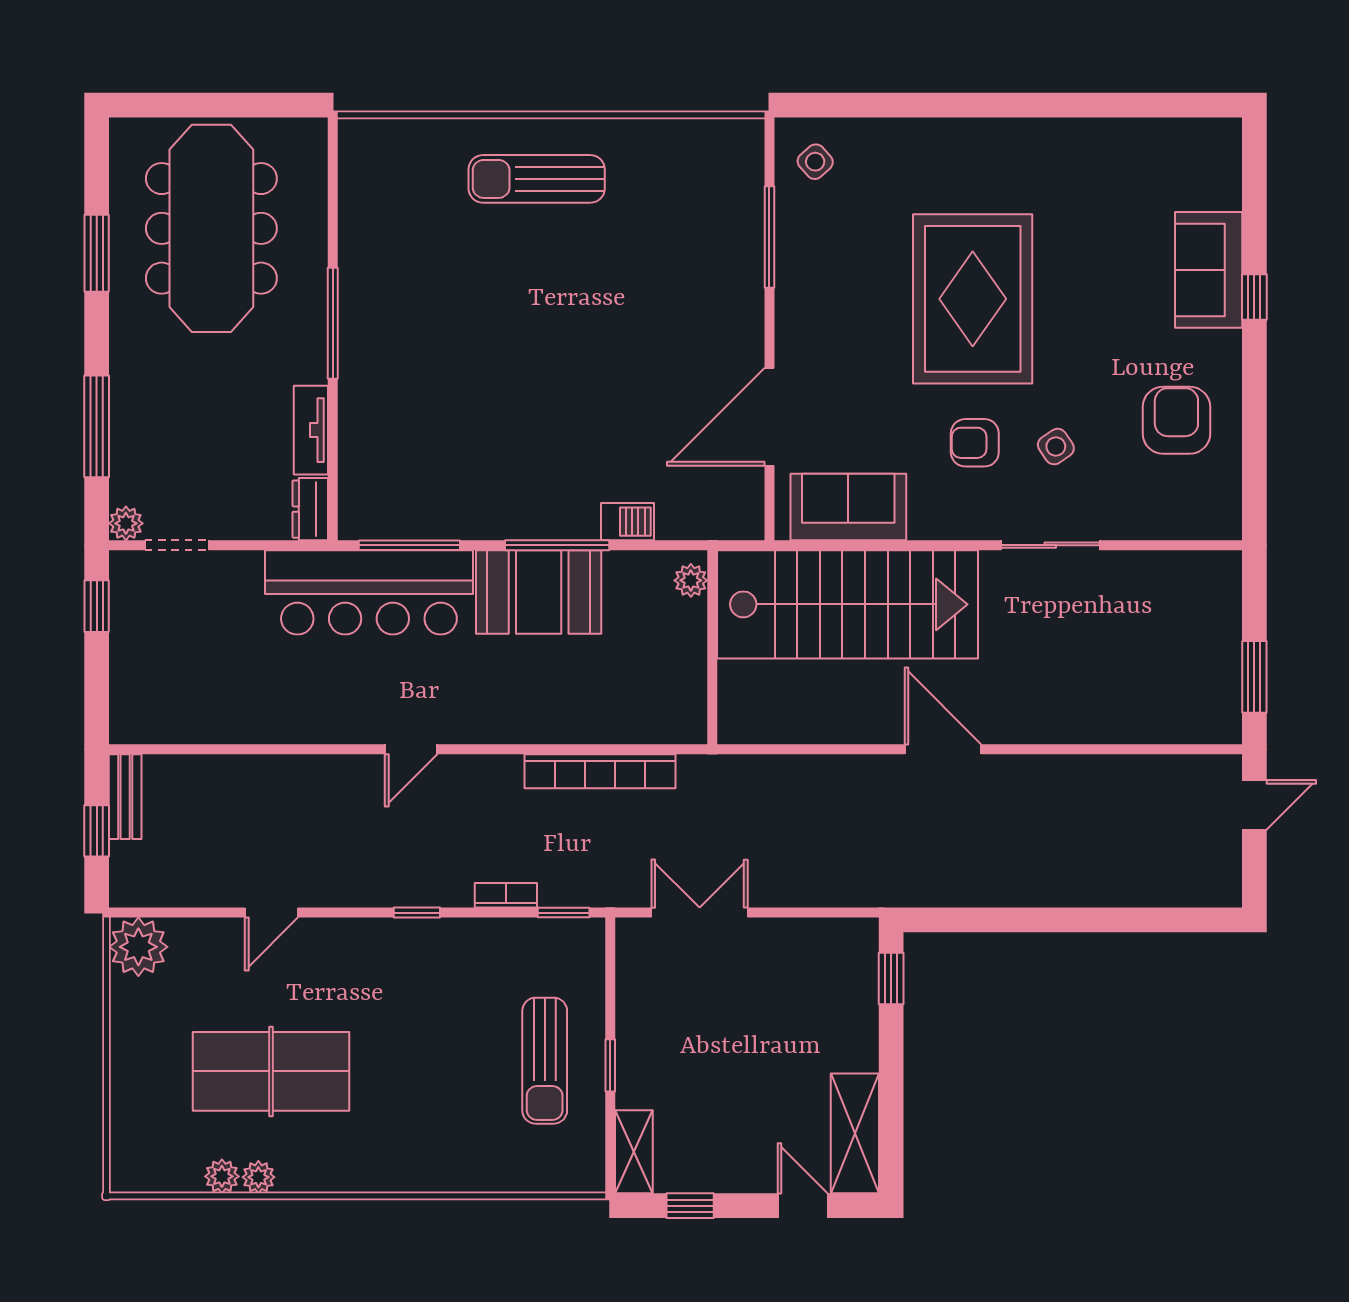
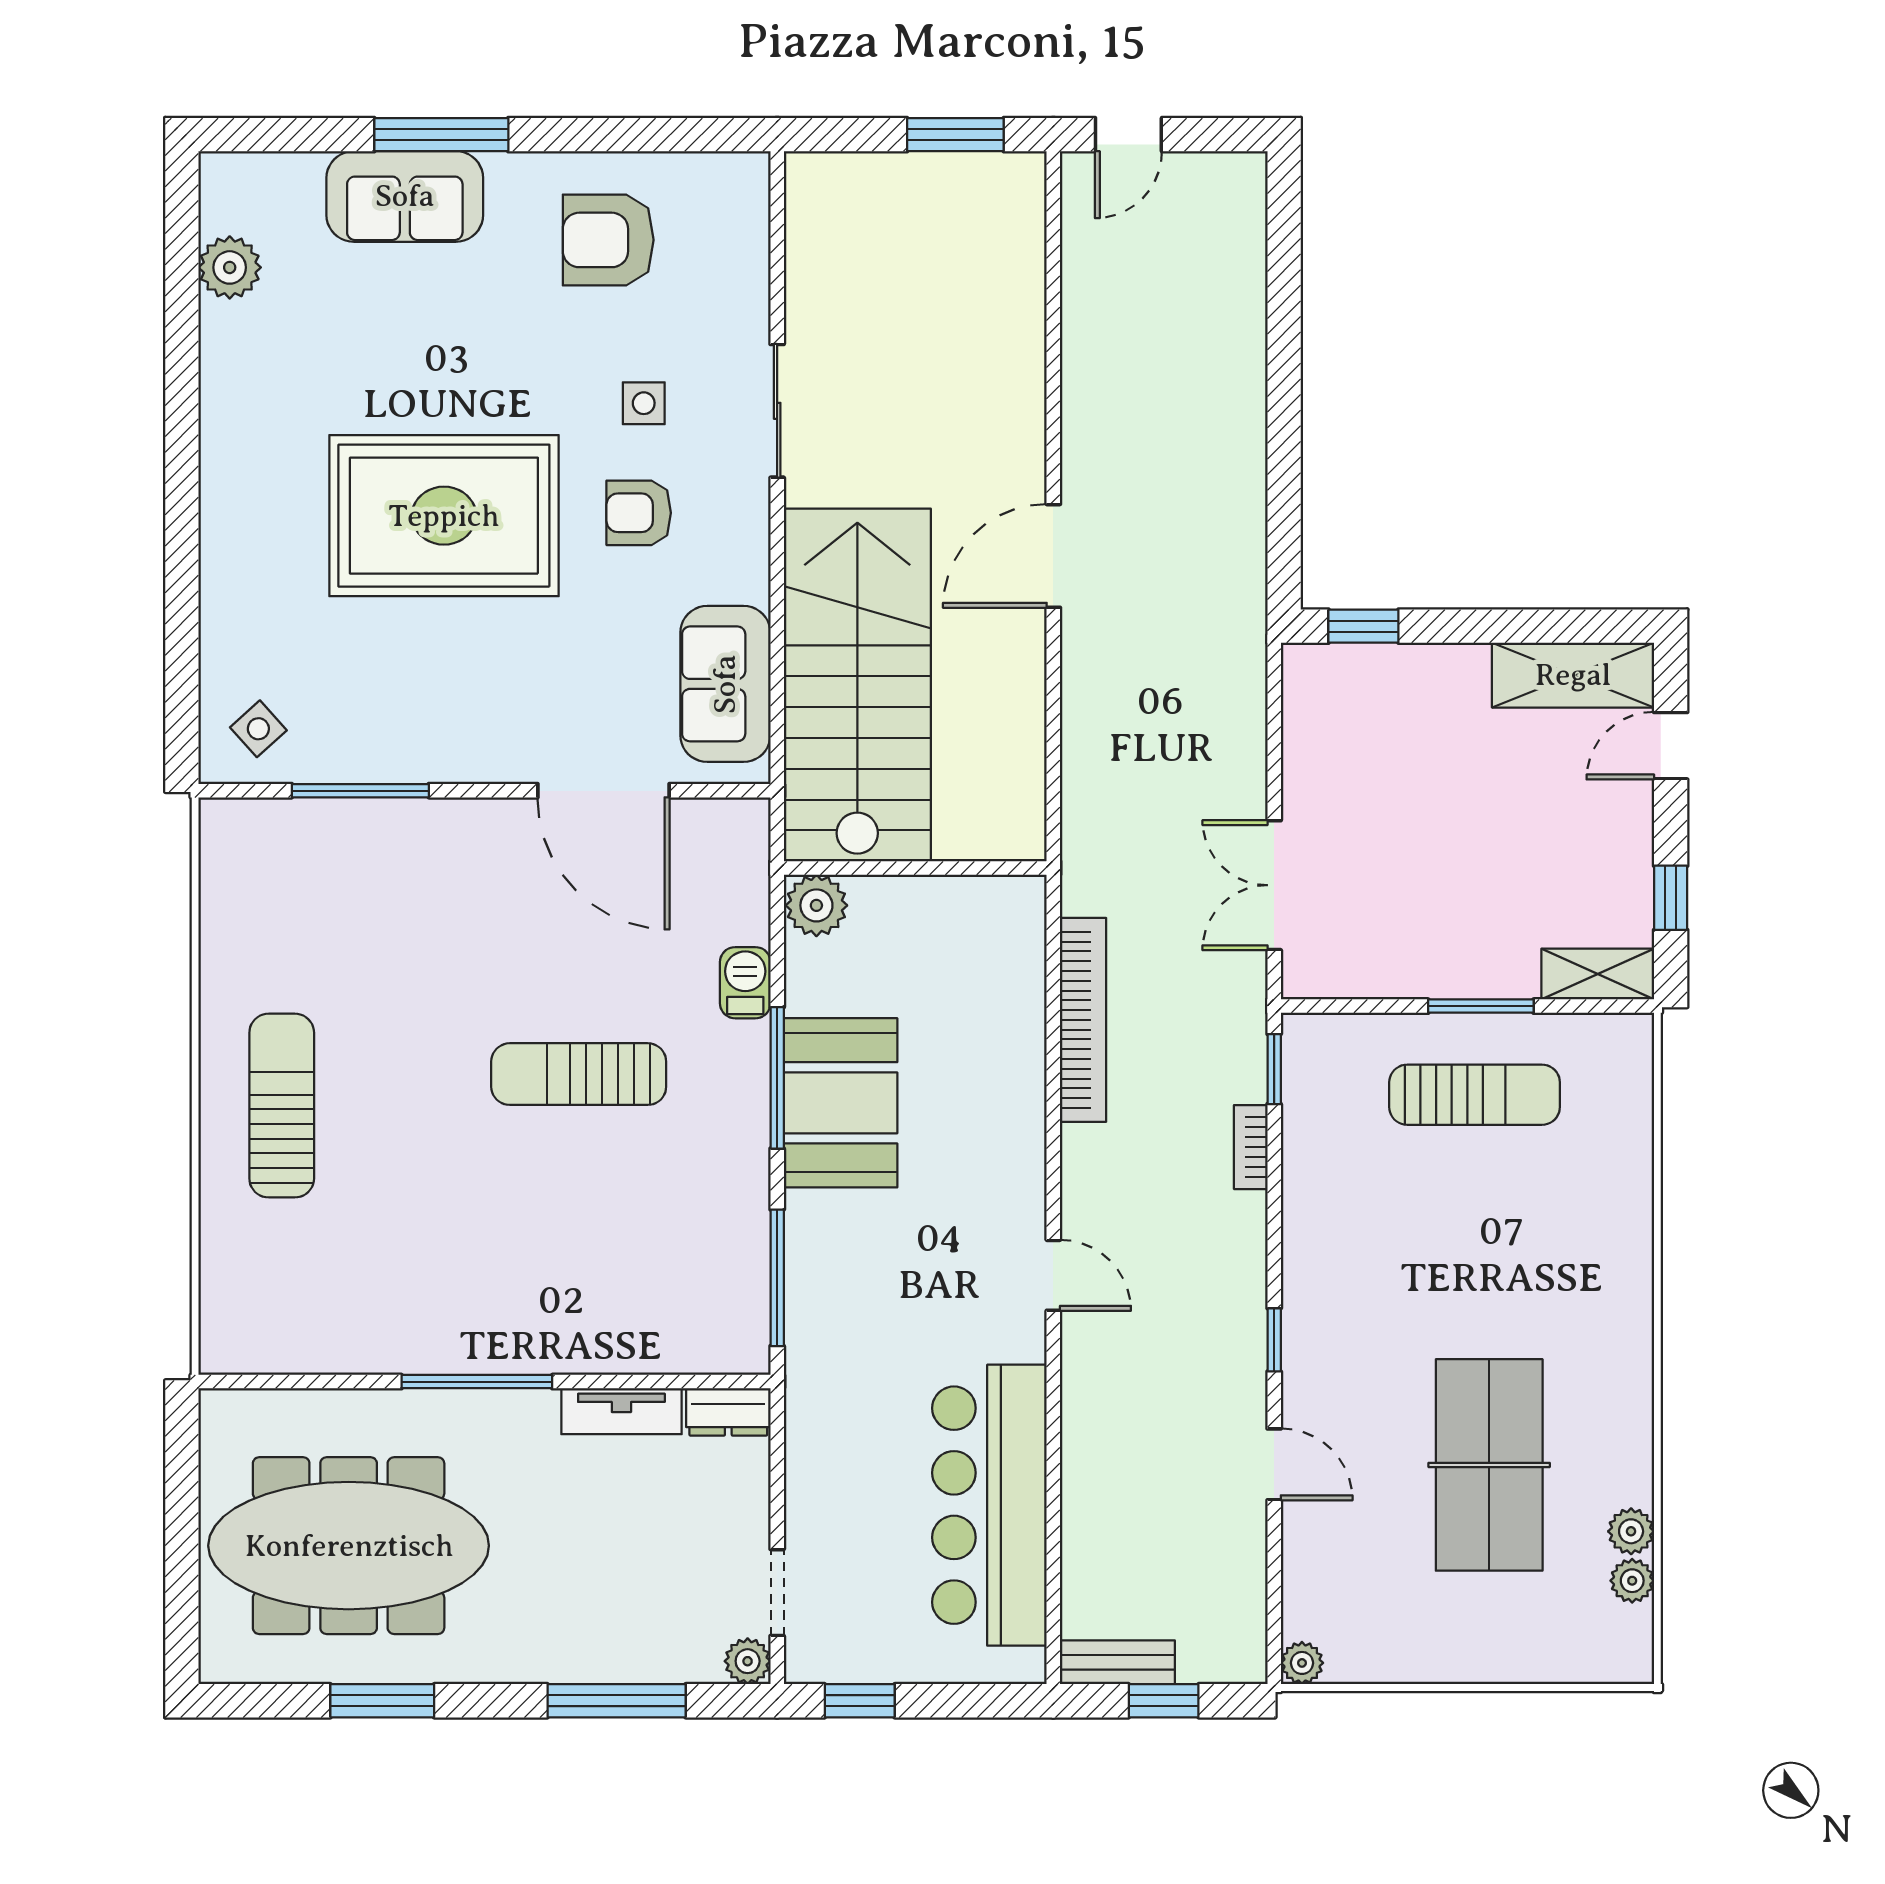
plant: (1156, 140) -> (230, 267), added
sun lounger: (537, 179) -> (282, 1106), turned 180
window: (1254, 297) -> (441, 135), width x2.17
sun lounger: (560, 398) -> (579, 1074), added
armchair: (975, 443) -> (639, 513), turned 90
side table: (1056, 447) -> (644, 403), turned 34
plant: (691, 580) -> (816, 905), width x1.38, depth x1.38
bar counter: (369, 592) -> (989, 1505), moved, turned 180
door: (1254, 805) -> (1128, 135), swing flipped
window: (417, 913) -> (1274, 1340), moved
plant: (138, 947) -> (1302, 1663), width x0.53, depth x0.53
window: (610, 1065) -> (1481, 1006), width x1.50
plant: (258, 1177) -> (1632, 1581), moved

